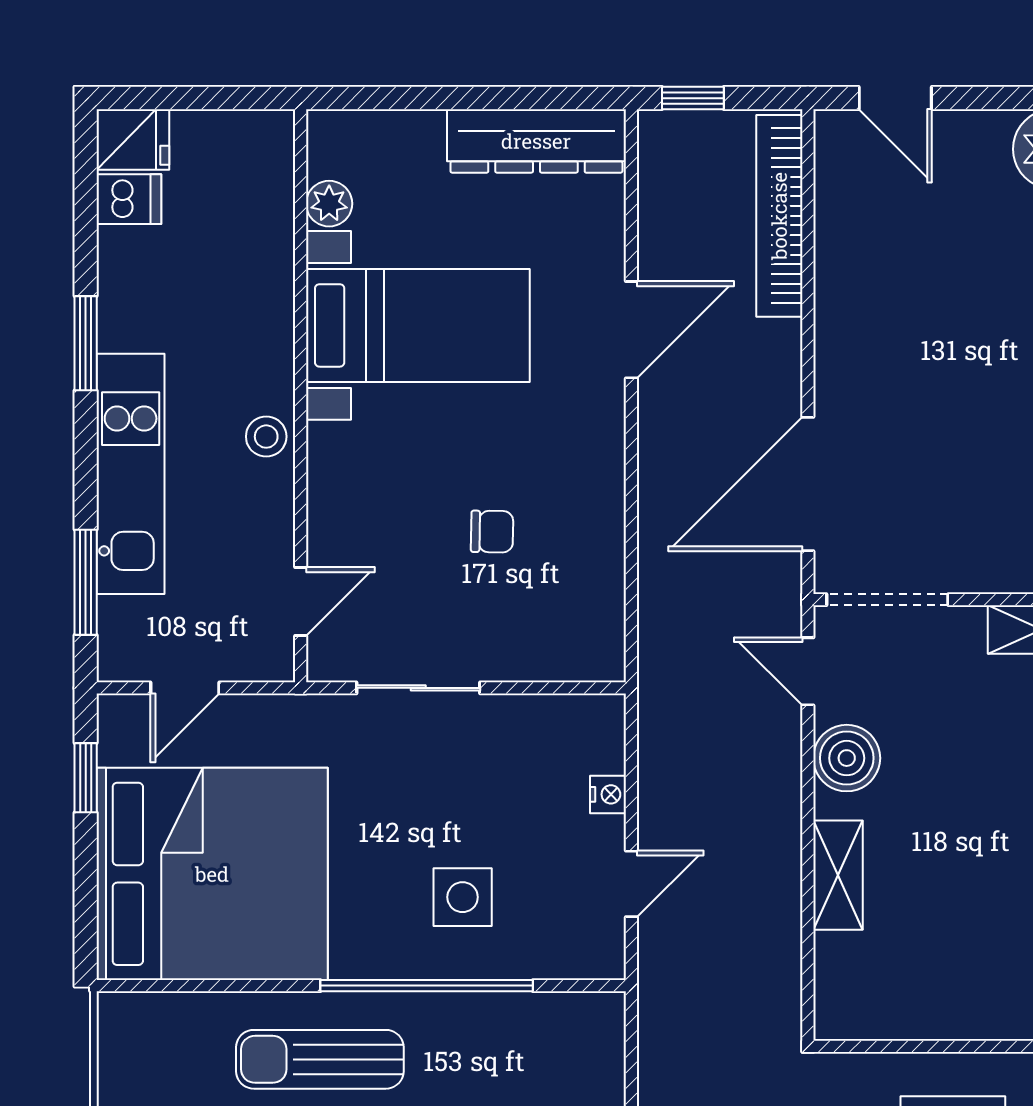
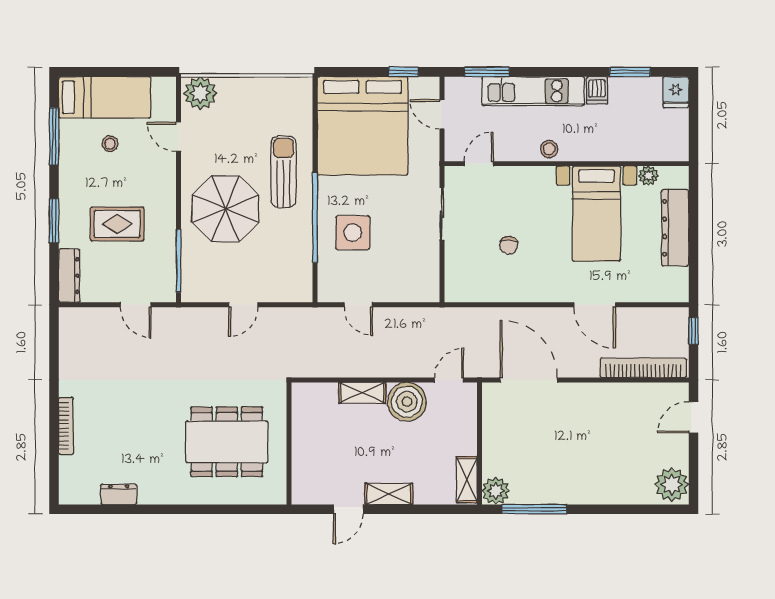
dresser: (536, 141) -> (675, 228), moved
dishwasher: (129, 199) -> (597, 90), moved
window: (86, 343) -> (630, 72), moved
doorway: (887, 600) -> (480, 414), removed
door: (301, 601) -> (479, 164), swing flipped
boiler: (847, 758) -> (407, 402), width x1.37, depth x1.37
nightstand: (608, 794) -> (396, 295), removed
side table: (463, 897) -> (353, 233), width x1.37, depth x1.37

